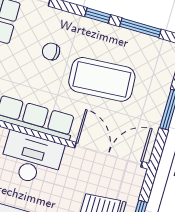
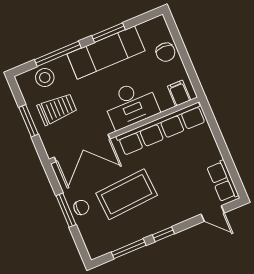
chair: (51, 51) -> (81, 207), moved

